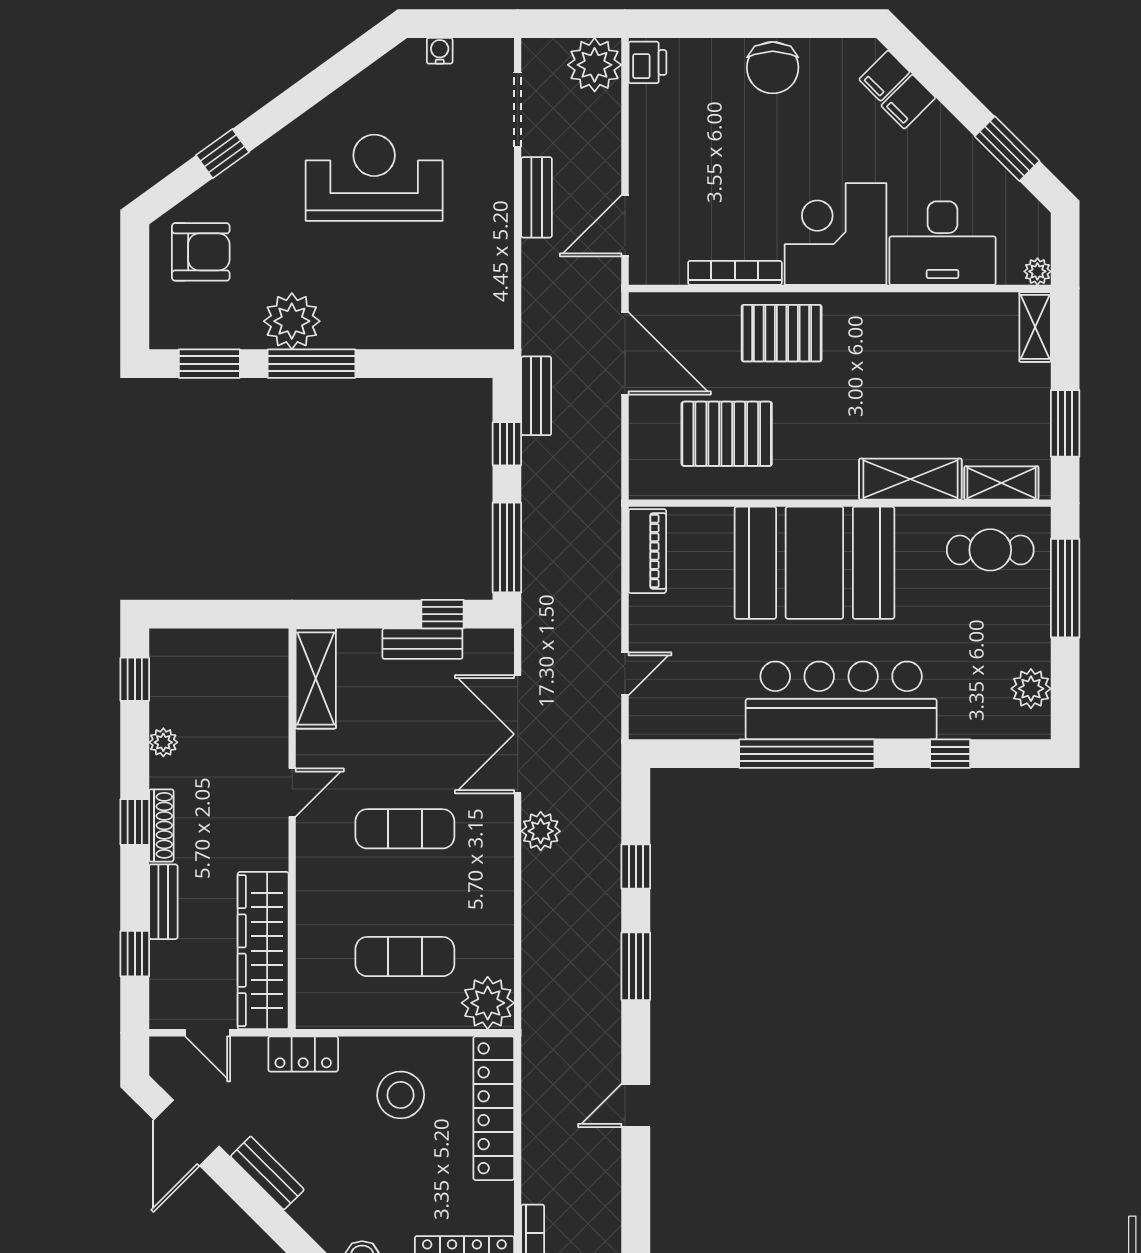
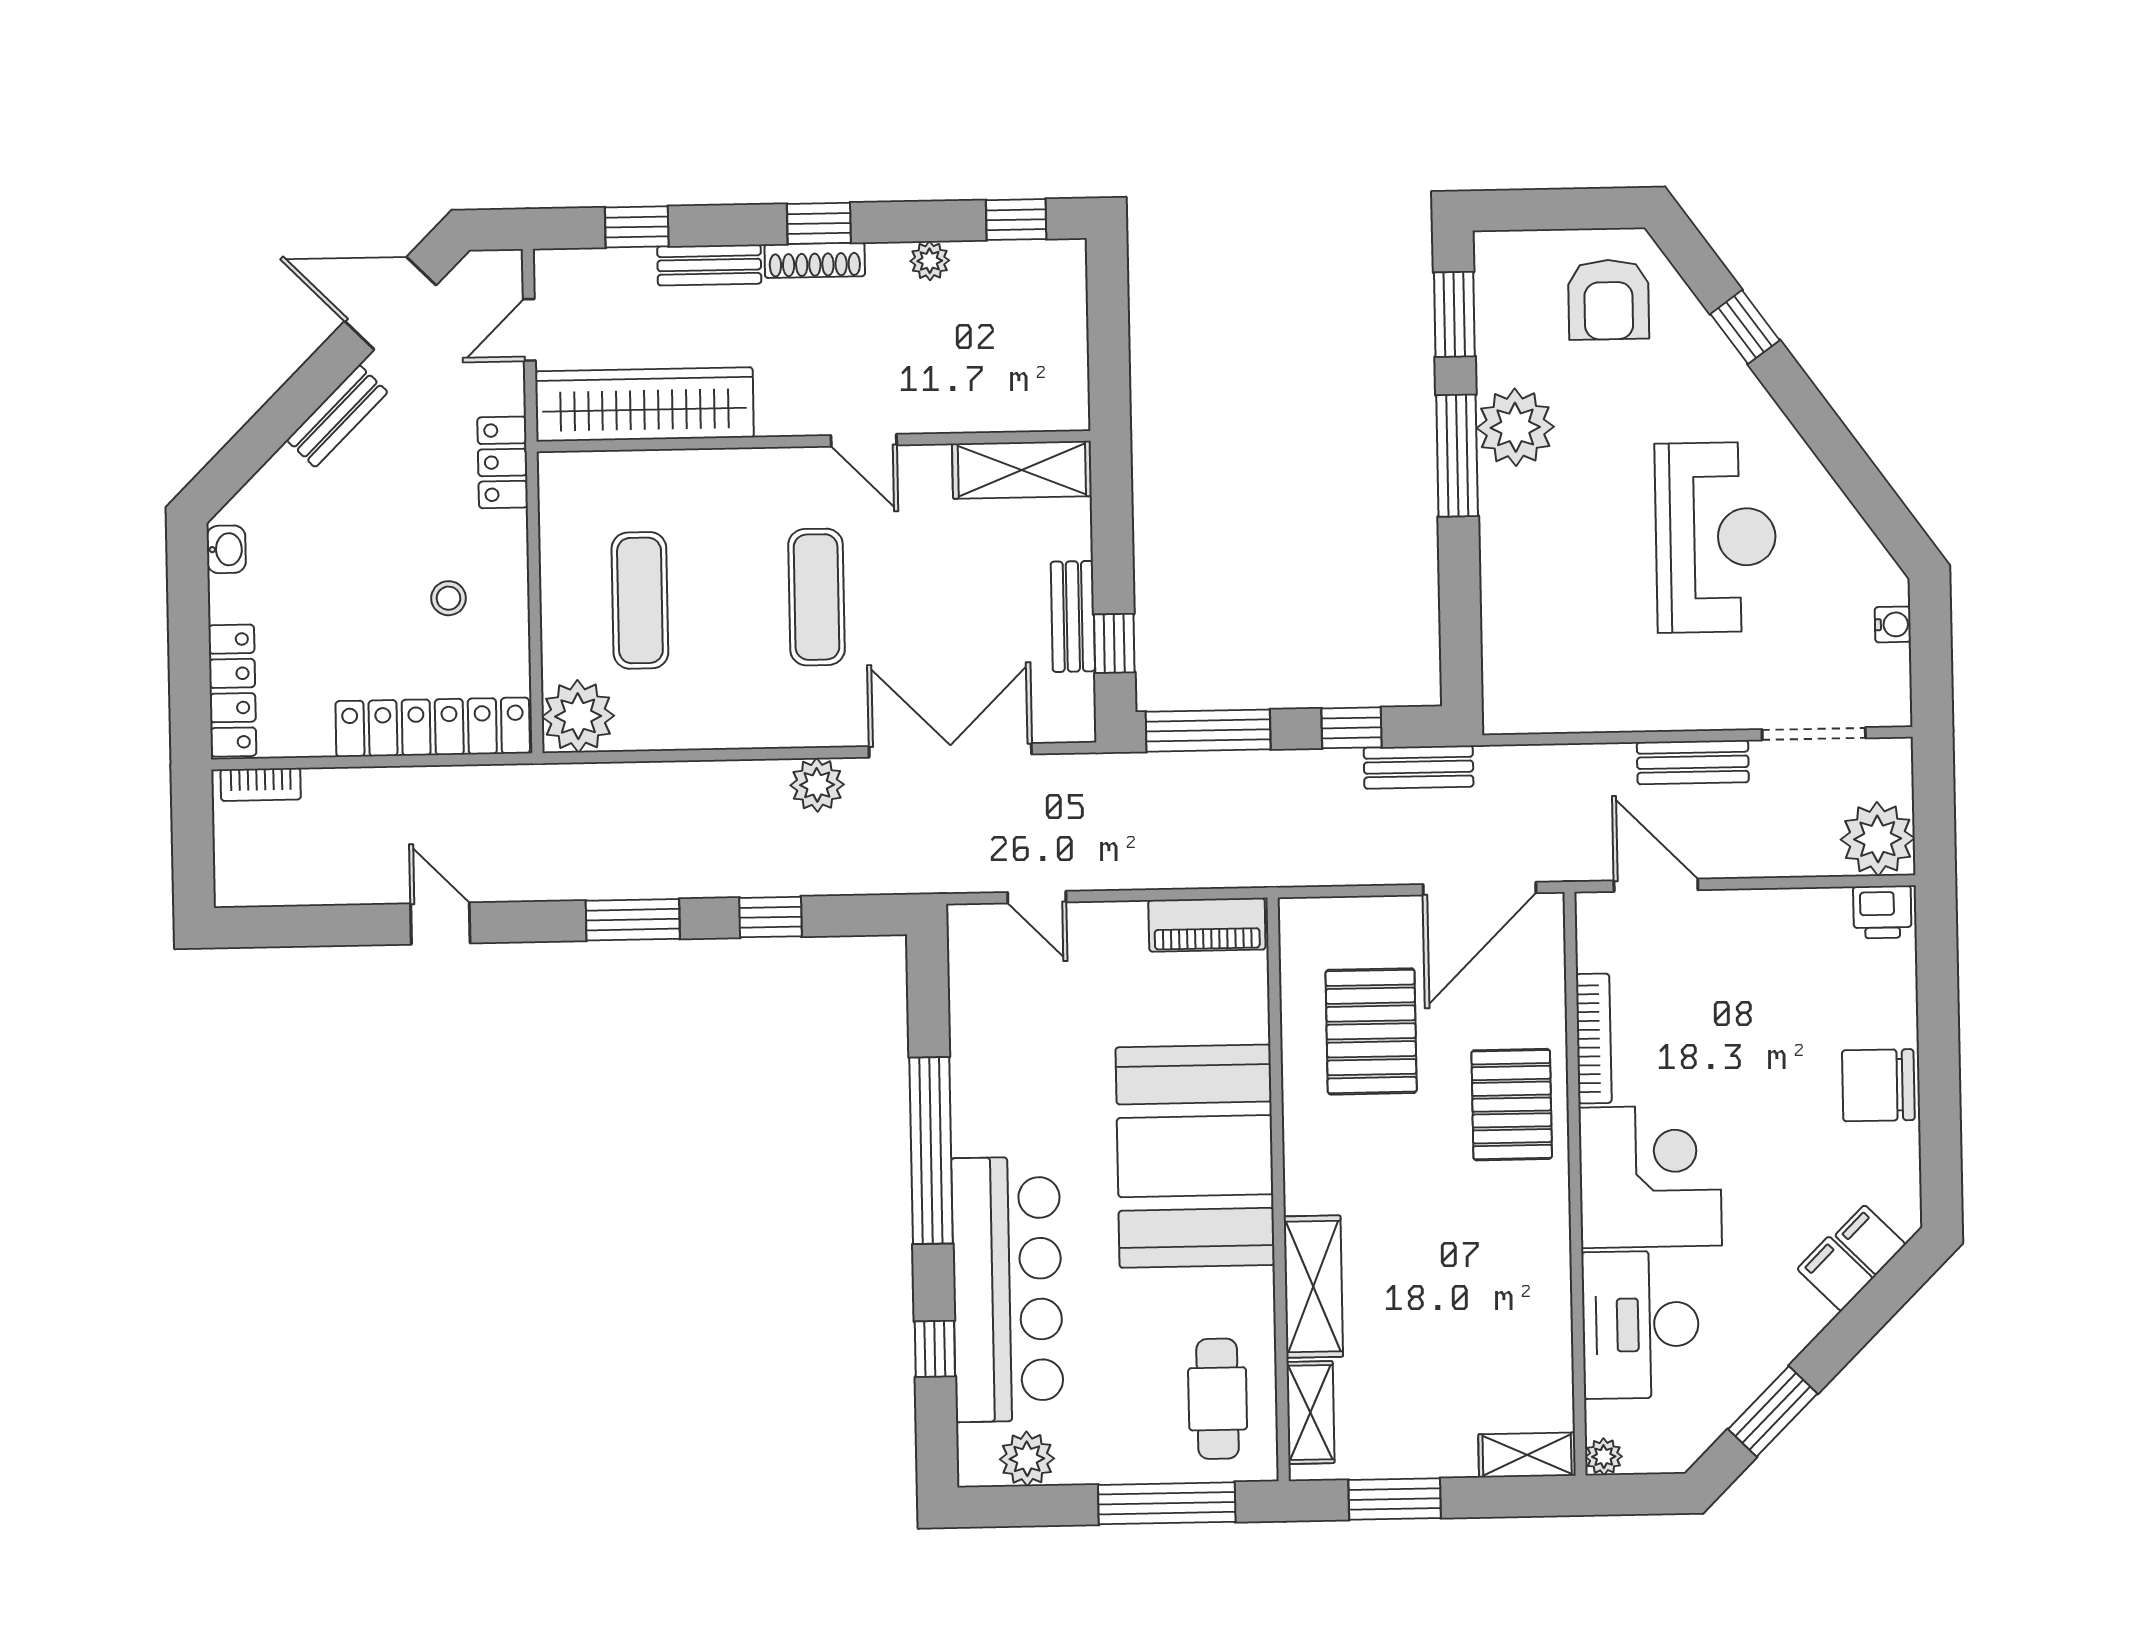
bar counter: (841, 700) -> (1007, 1289), moved
stool: (401, 1095) -> (449, 598), width x0.53, depth x0.53

